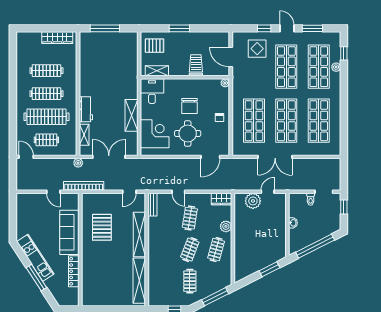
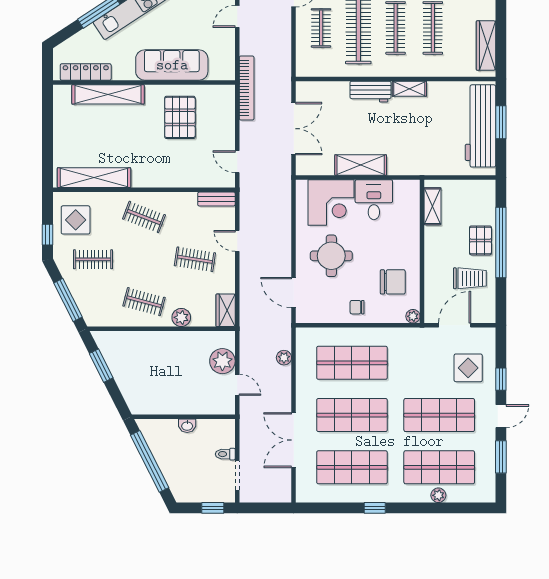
window: (105, 28) -> (501, 122), width x0.69
window: (179, 28) -> (501, 243), width x2.11
workbench: (107, 41) -> (480, 126), added
pallet: (154, 46) -> (480, 240), moved
window: (344, 53) -> (375, 508), moved
trolley: (196, 65) -> (470, 278), moved
desk: (152, 91) -> (374, 200), moved, turned -90
chair: (189, 106) -> (393, 282), moved, turned 180
shelving: (84, 135) -> (409, 89), moved
double door: (275, 157) -> (294, 440), moved
plant: (78, 163) -> (284, 358), moved
door: (53, 192) -> (237, 16), moved
door: (178, 192) -> (237, 241), hinge flipped
pallet: (102, 227) -> (180, 117), turned 90
shelving: (139, 235) -> (108, 94), moved
clothes rail: (190, 250) -> (144, 217), moved
window: (269, 269) -> (101, 366), moved
locker: (74, 271) -> (86, 72), moved
display table: (165, 292) -> (76, 220), added

